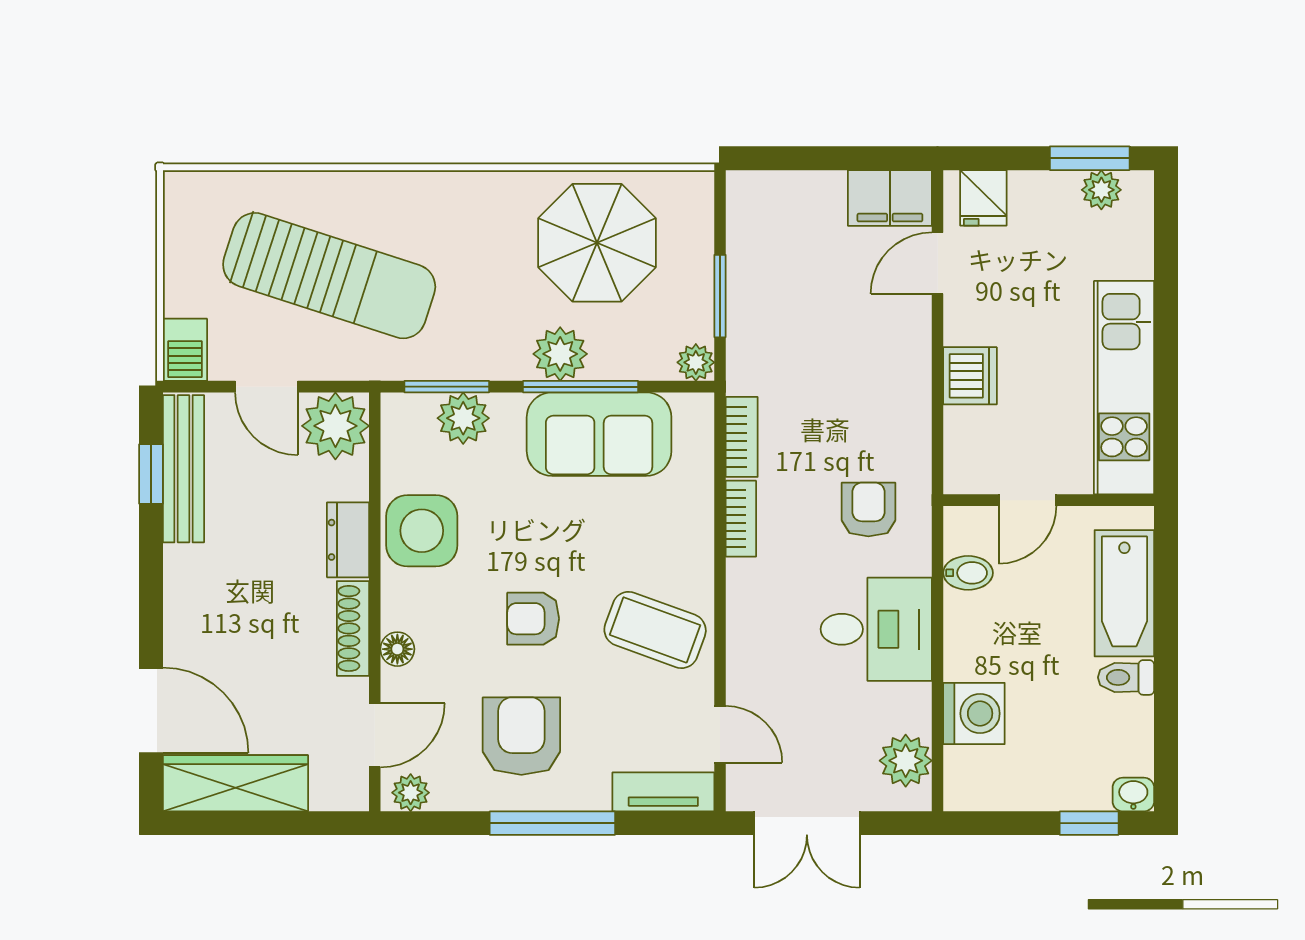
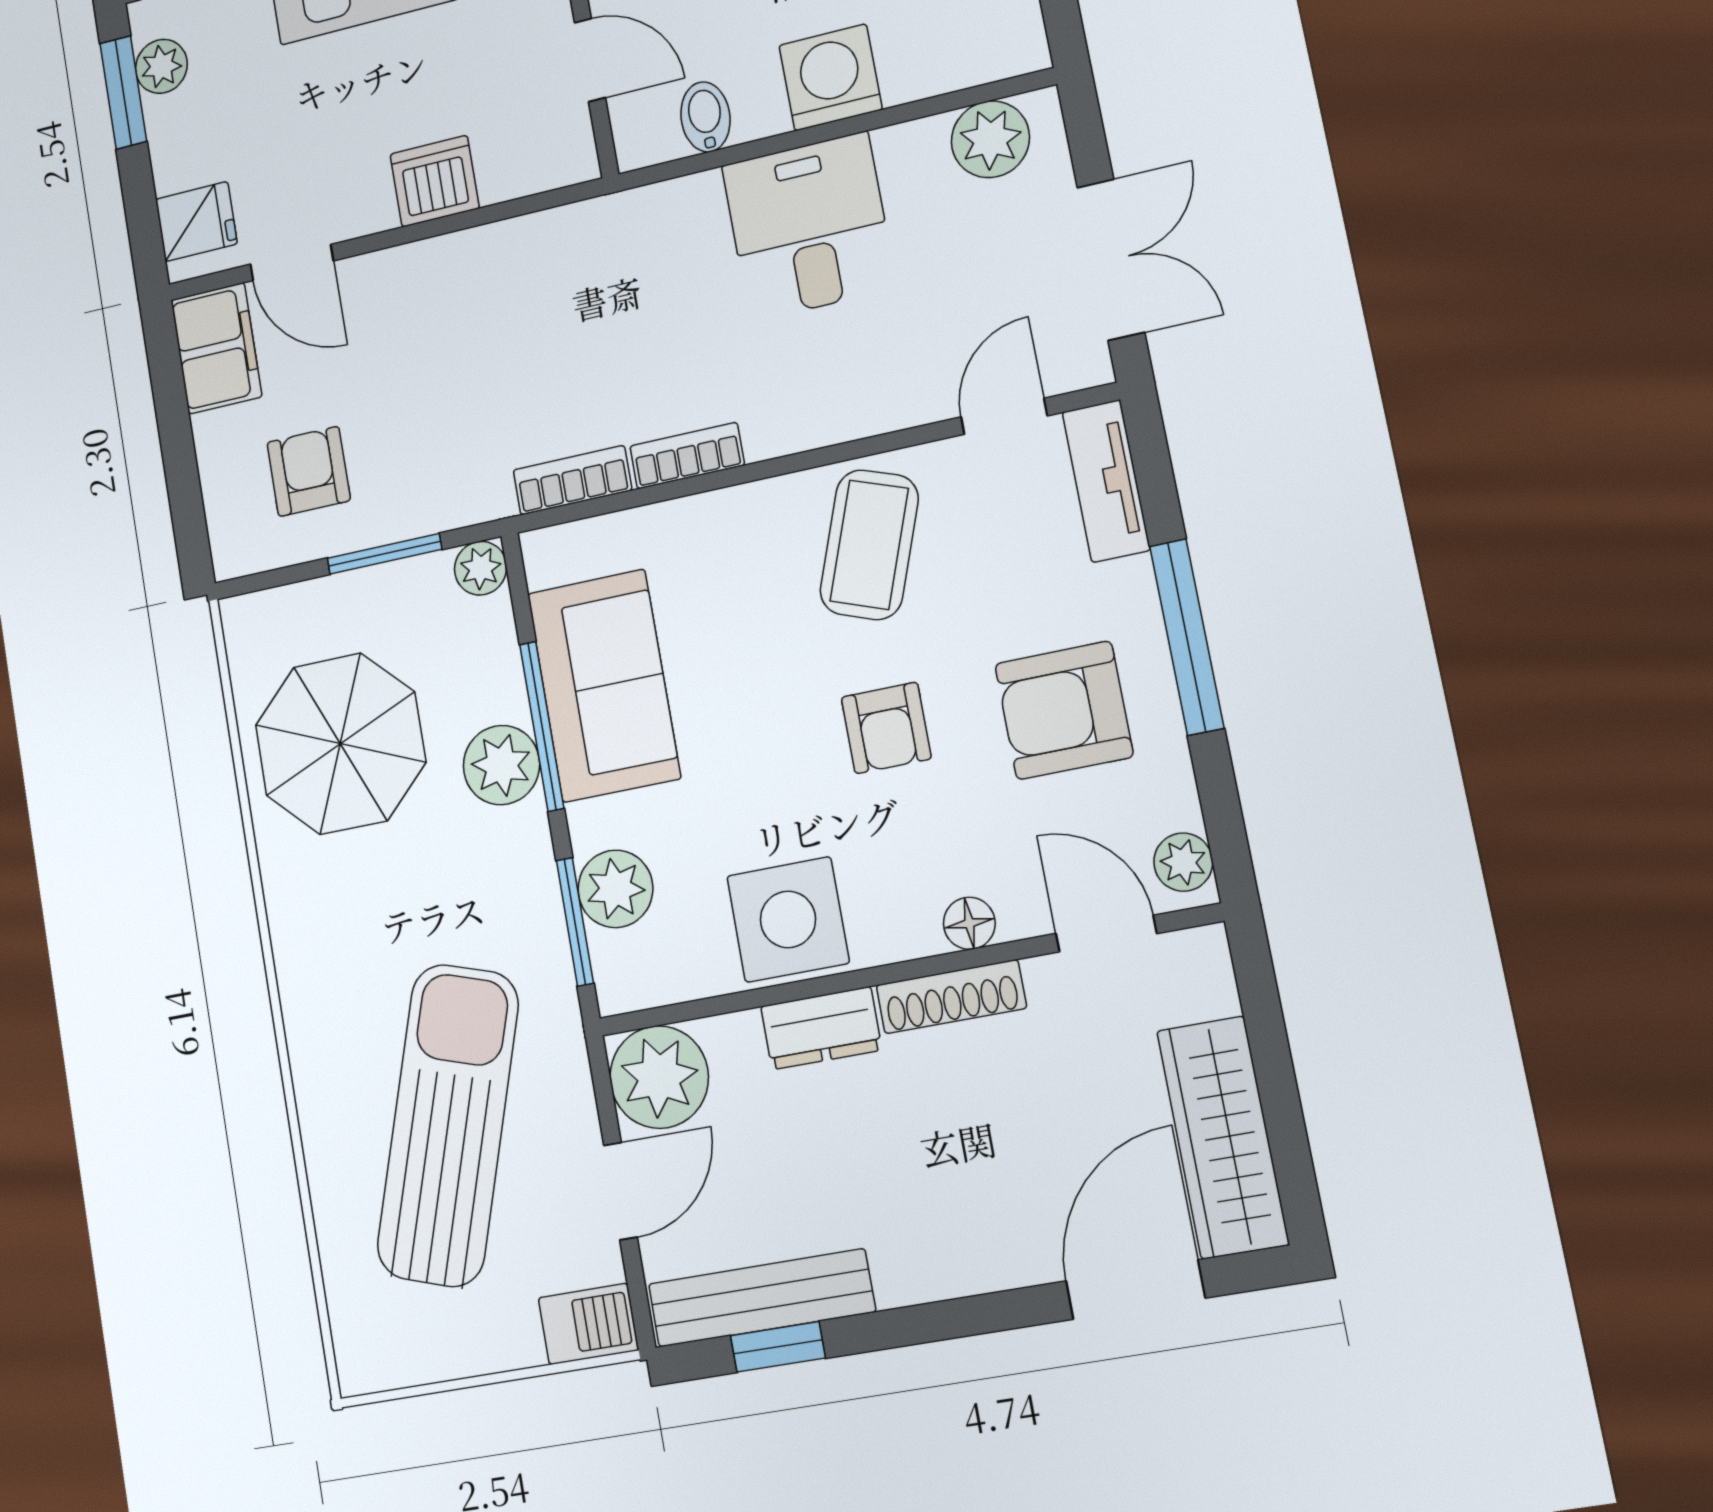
armchair: (868, 510) -> (309, 471), moved, turned 90
washing machine: (974, 713) -> (831, 77), moved

